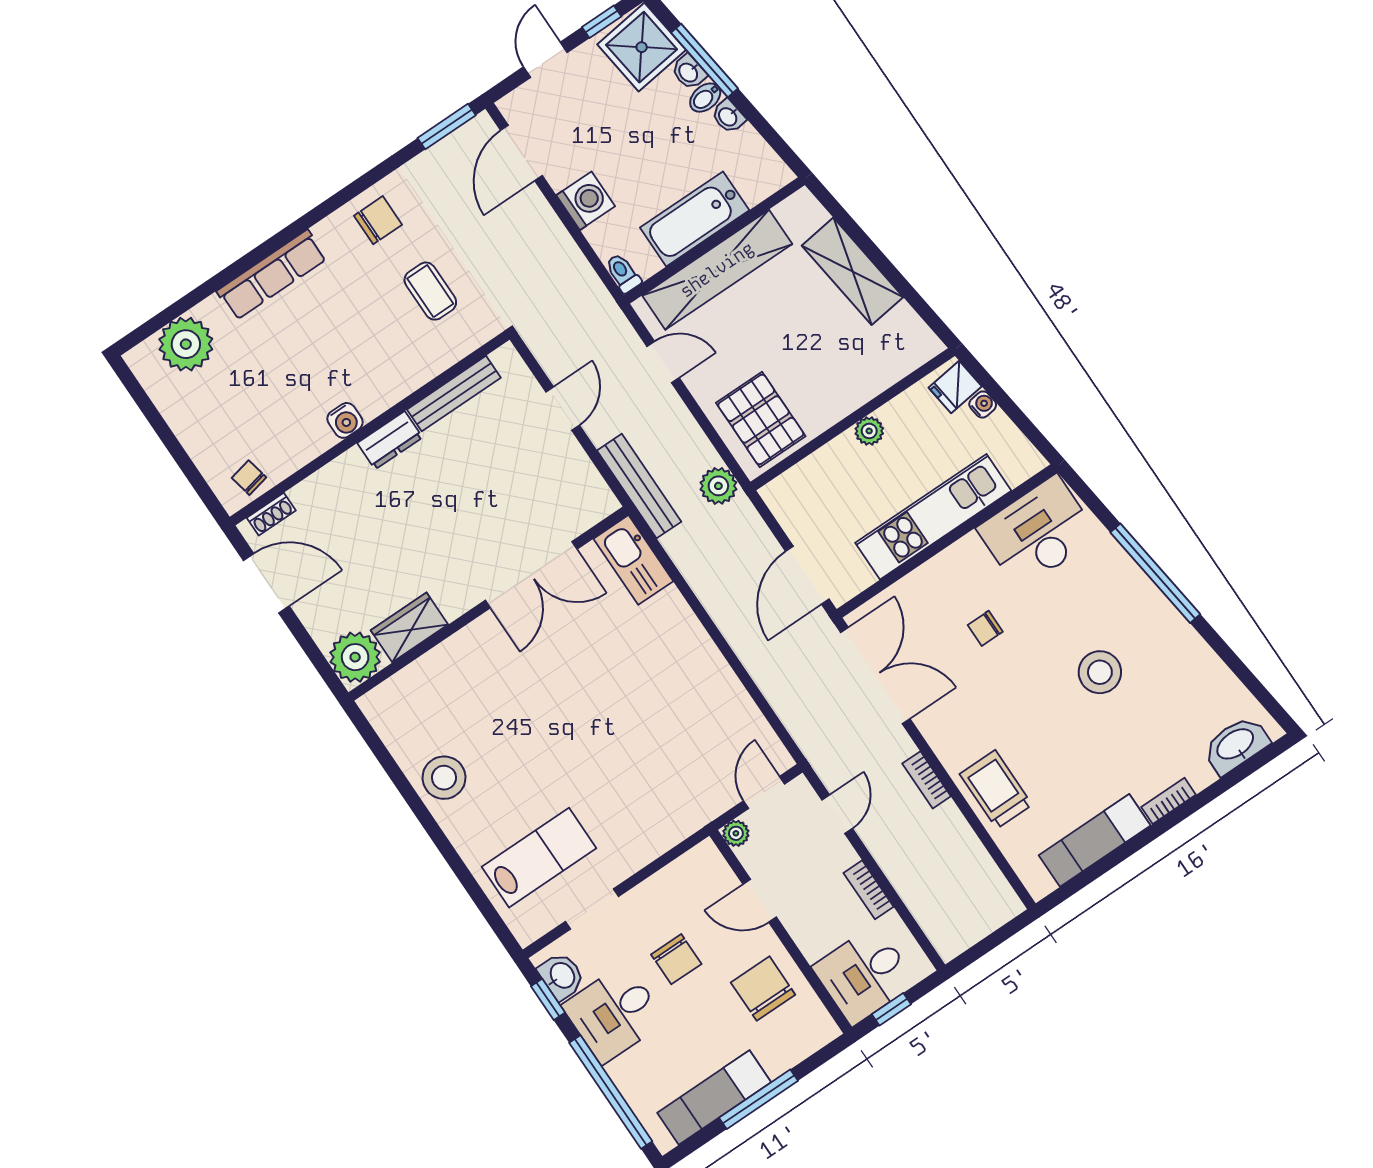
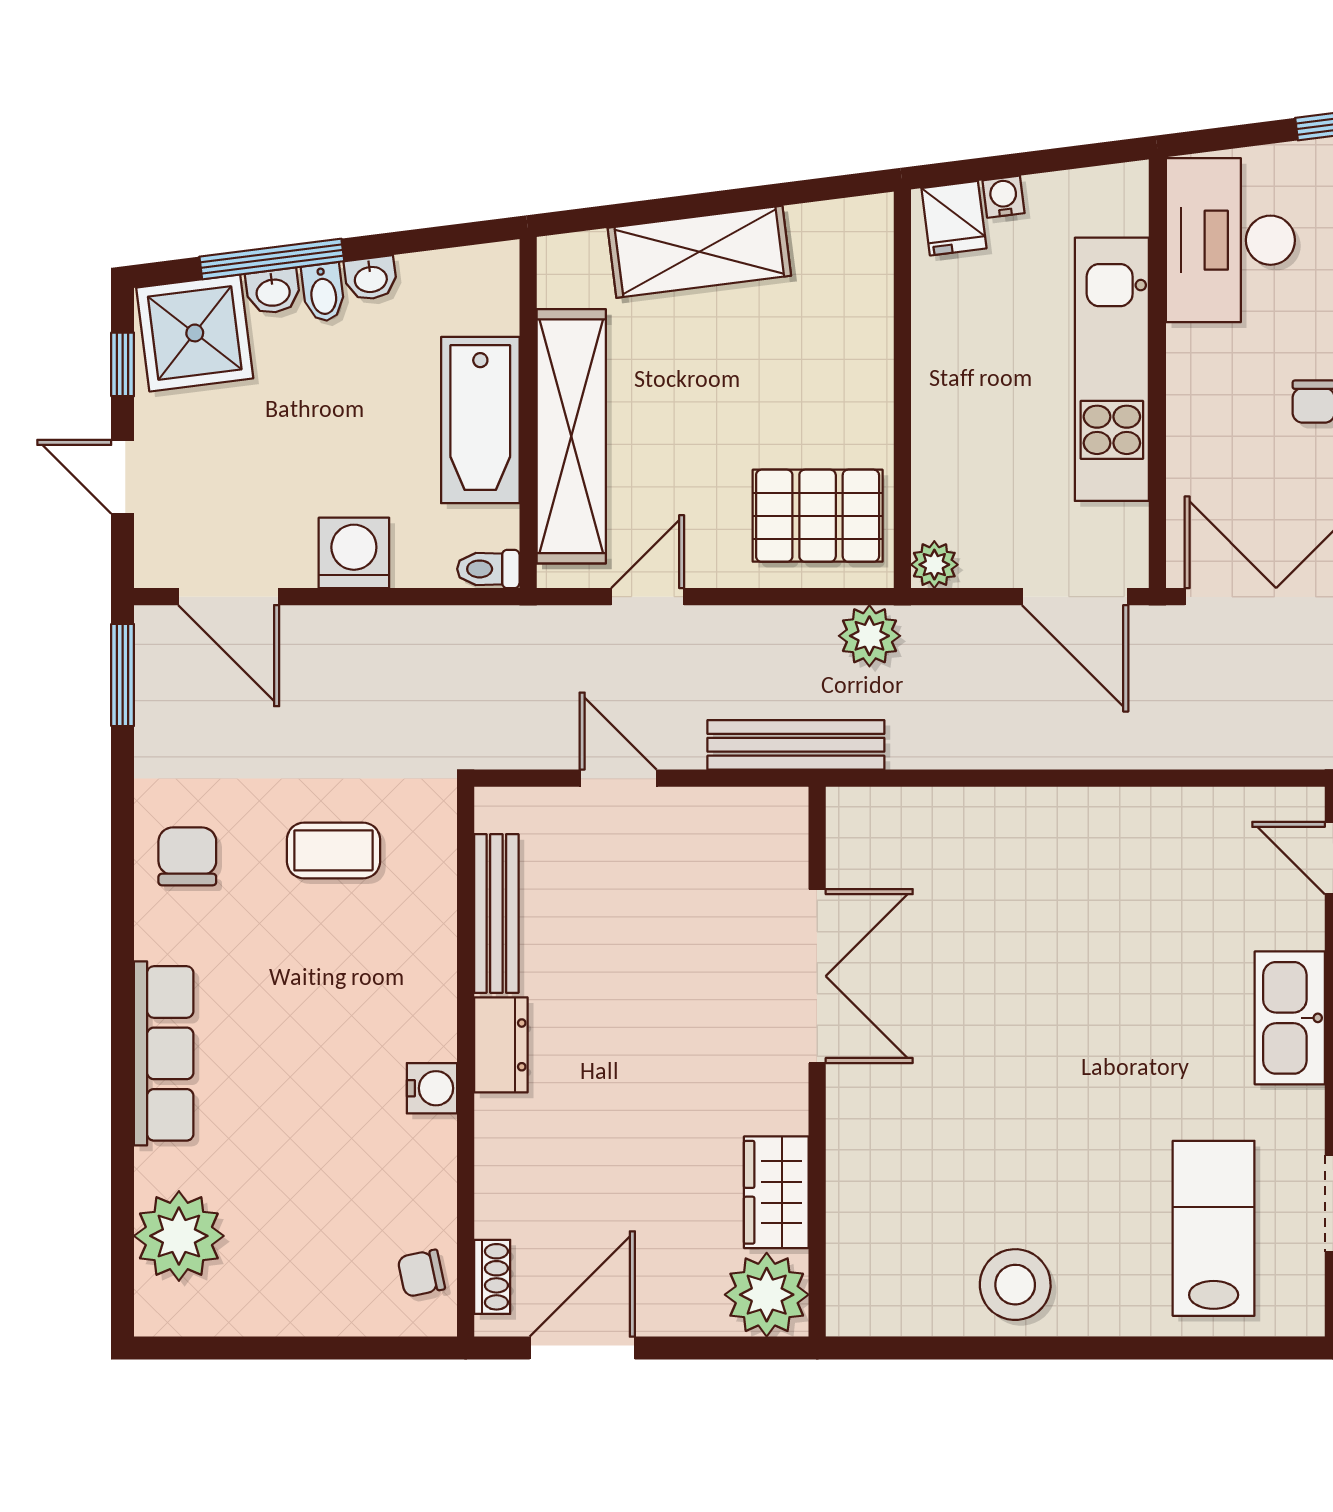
plant: (869, 431) -> (934, 565), moved
kitchen sink: (633, 560) -> (1290, 1018), moved, turned 90

